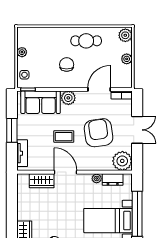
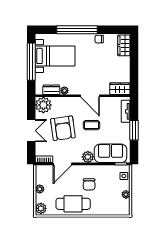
cafe table: (86, 41) -> (73, 204), width x1.37, depth x1.35
double door: (137, 130) -> (31, 131), swing flipped
wardrobe: (42, 181) -> (120, 89), moved

